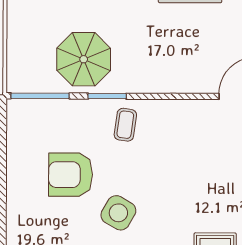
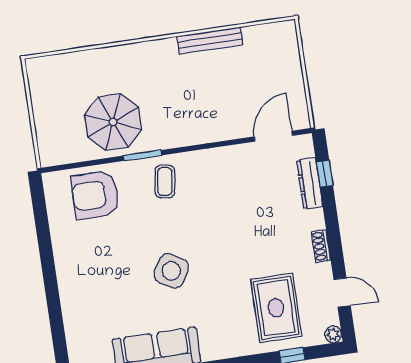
window: (40, 96) -> (75, 165), removed
armchair: (71, 175) -> (95, 195), moved

